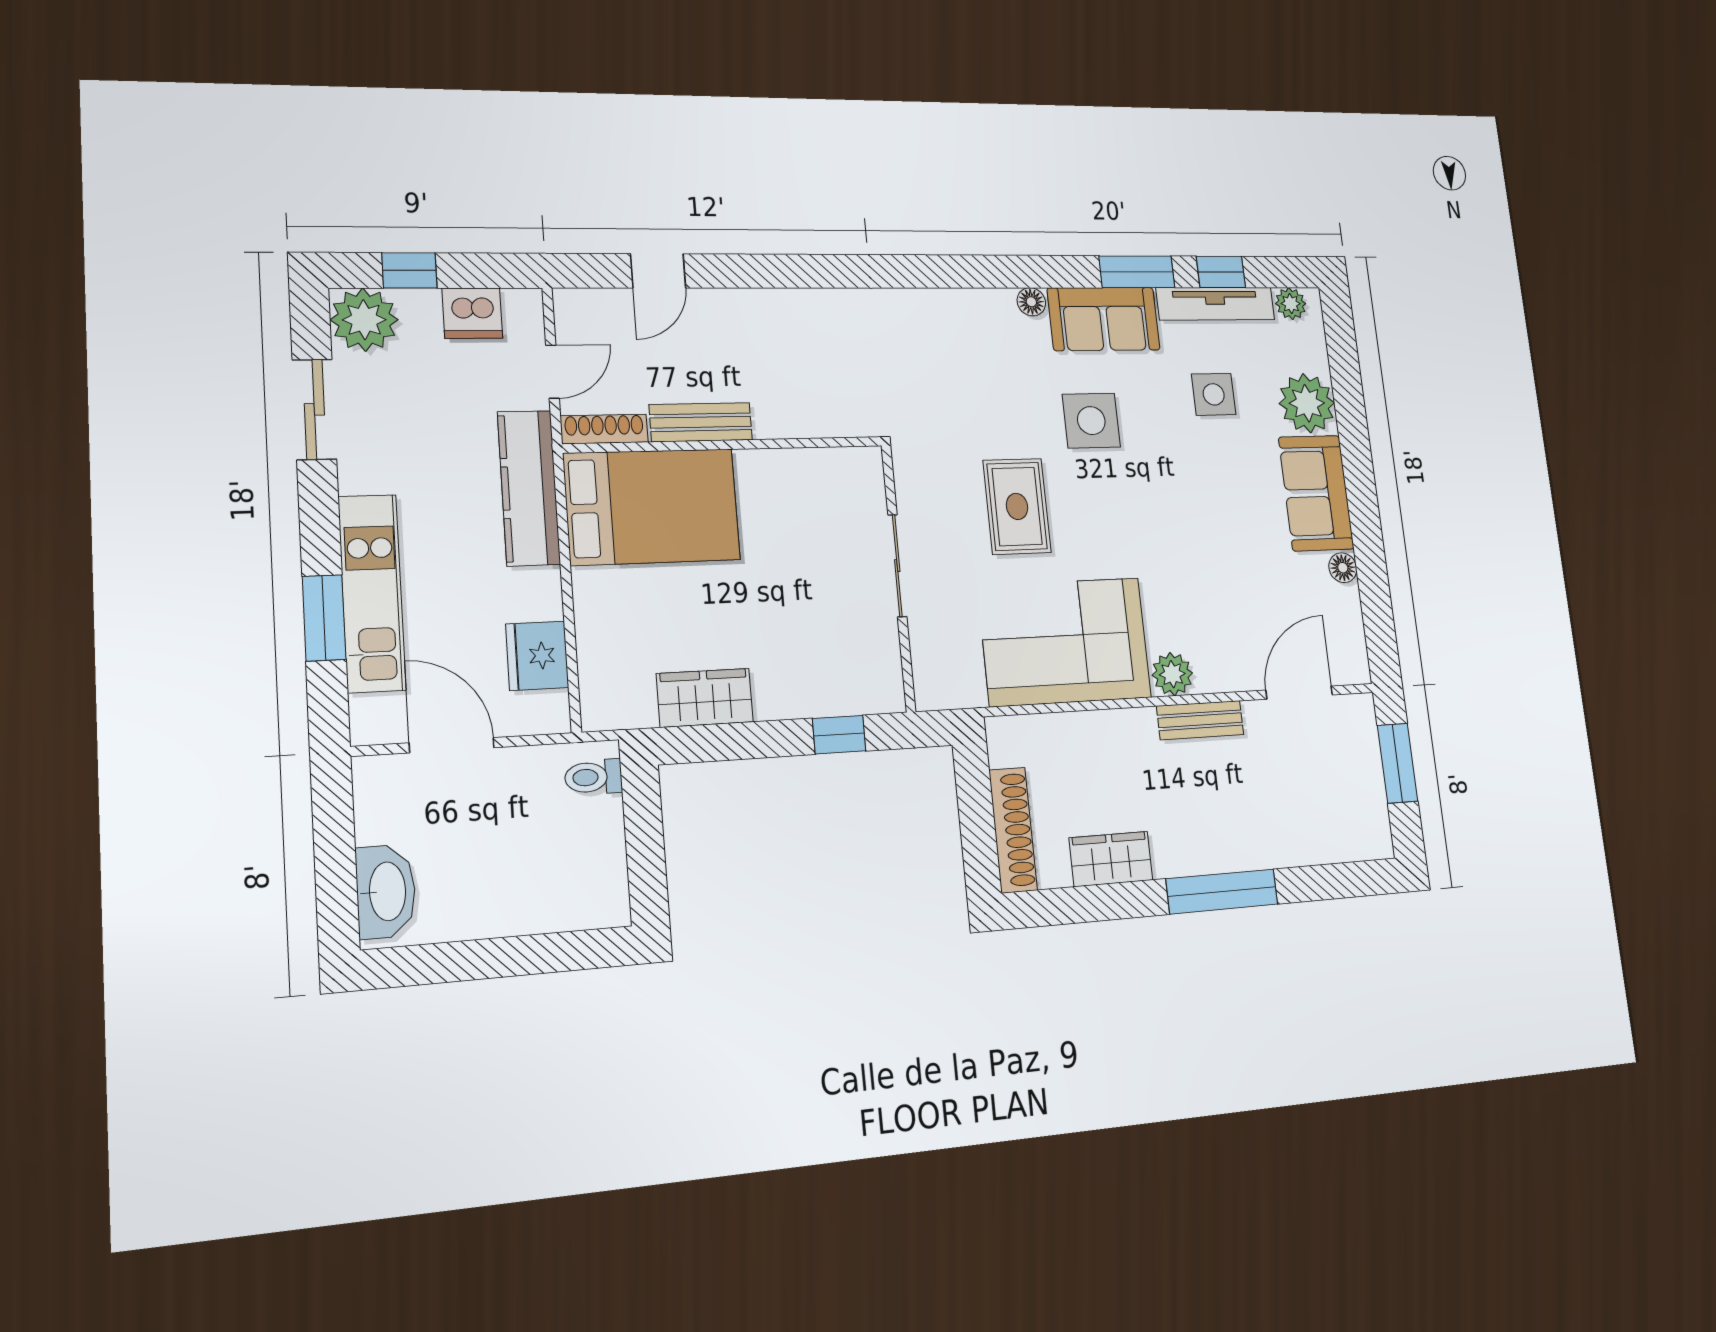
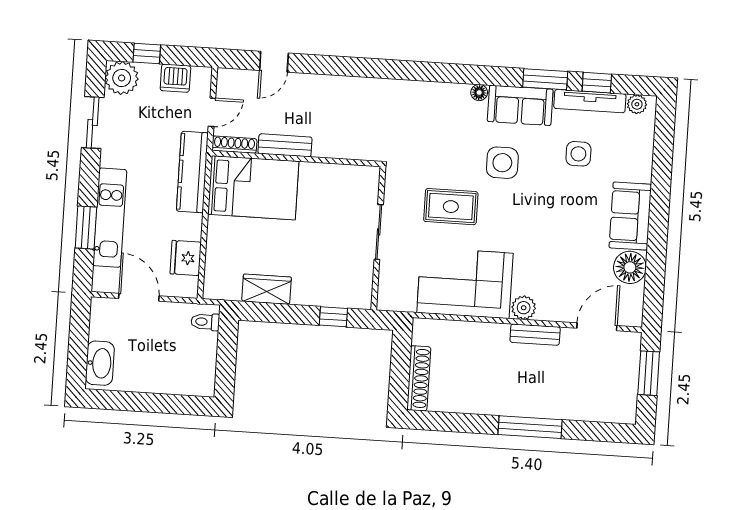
plant: (1307, 403) -> (635, 164), removed
rug: (1017, 506) -> (451, 207), turned 90
floor lamp: (1343, 568) -> (630, 267), width x1.89, depth x1.89
wardrobe: (1111, 859) -> (470, 401), removed

